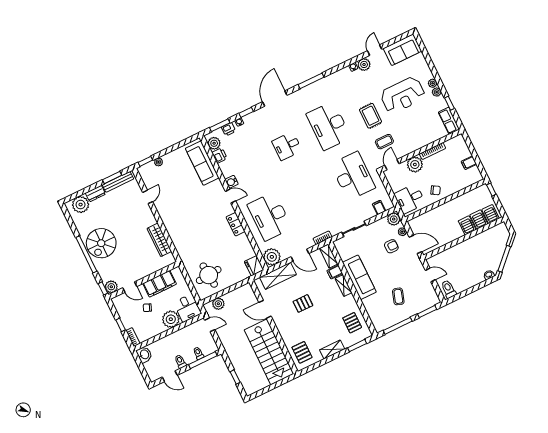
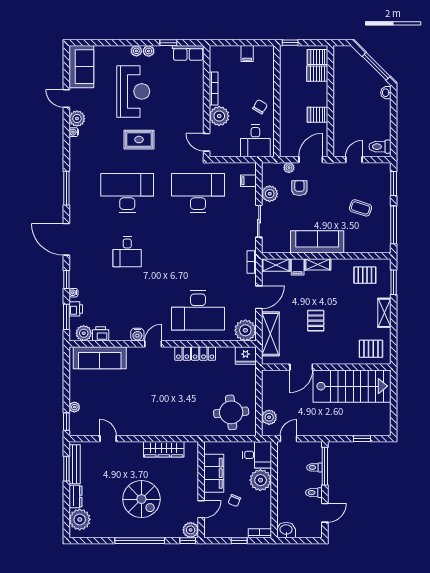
desk: (329, 126) -> (127, 193), turned 180
coffee table: (384, 142) -> (176, 138), removed
plant: (394, 219) -> (270, 194), moved
locker: (236, 224) -> (195, 354), width x1.53
server rack: (467, 225) -> (317, 115), moved
spiral stairs: (101, 243) -> (141, 499), moved

